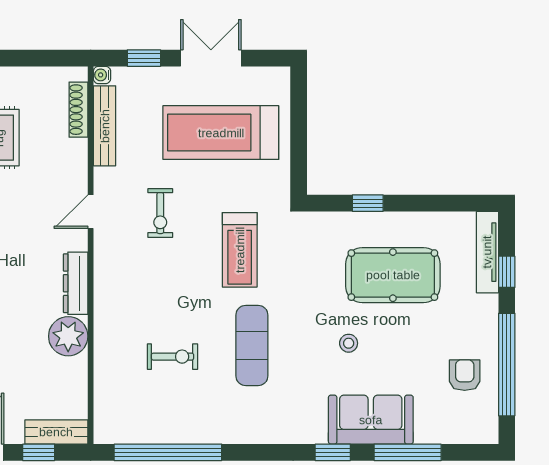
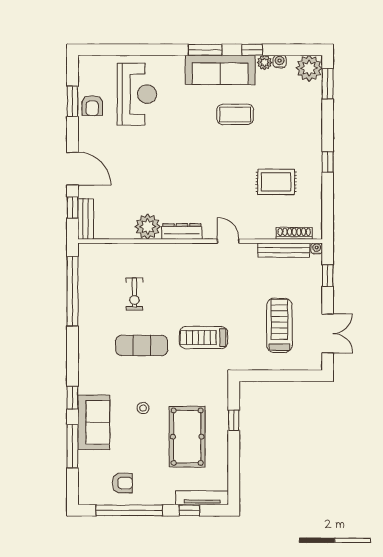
double door: (211, 58) -> (328, 333), moved
treadmill: (221, 133) -> (279, 325), width x0.73, depth x0.73
exercise bike: (160, 213) -> (227, 286), removed

